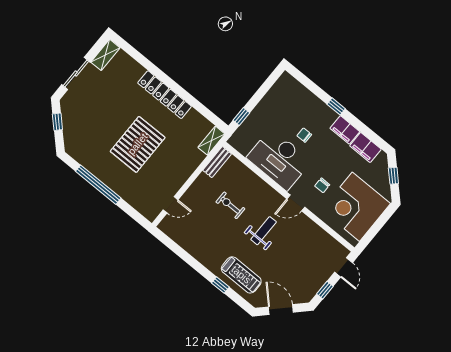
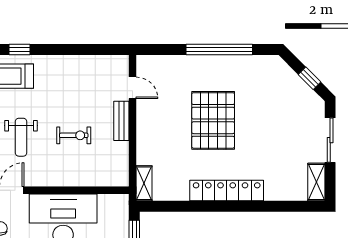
bench: (217, 162) -> (121, 121), moved
door: (171, 205) -> (133, 88), swing flipped

